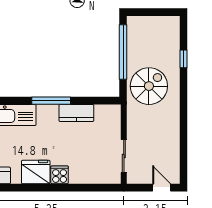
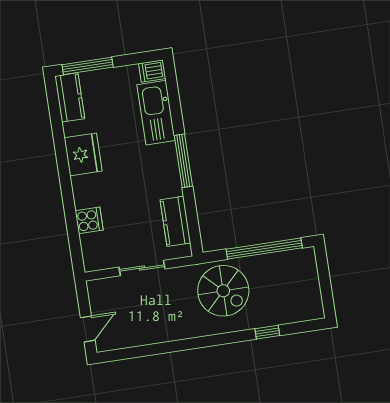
kitchen counter: (76, 113) -> (175, 221), moved
sliding door: (124, 156) -> (142, 268), moved
cooker: (60, 175) -> (89, 220), moved

